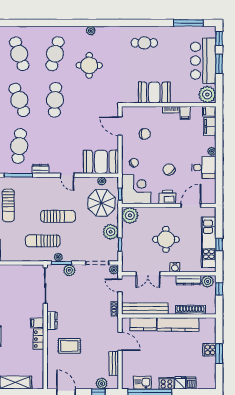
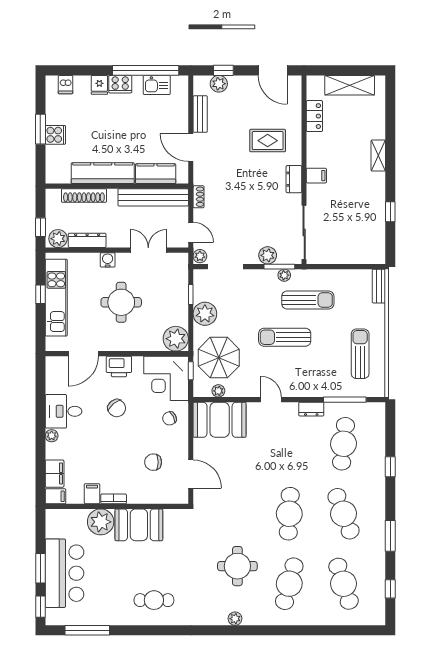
plant: (207, 94) -> (101, 522), moved
locker: (38, 339) -> (314, 116), moved
dishwasher: (191, 383) -> (66, 85), moved

